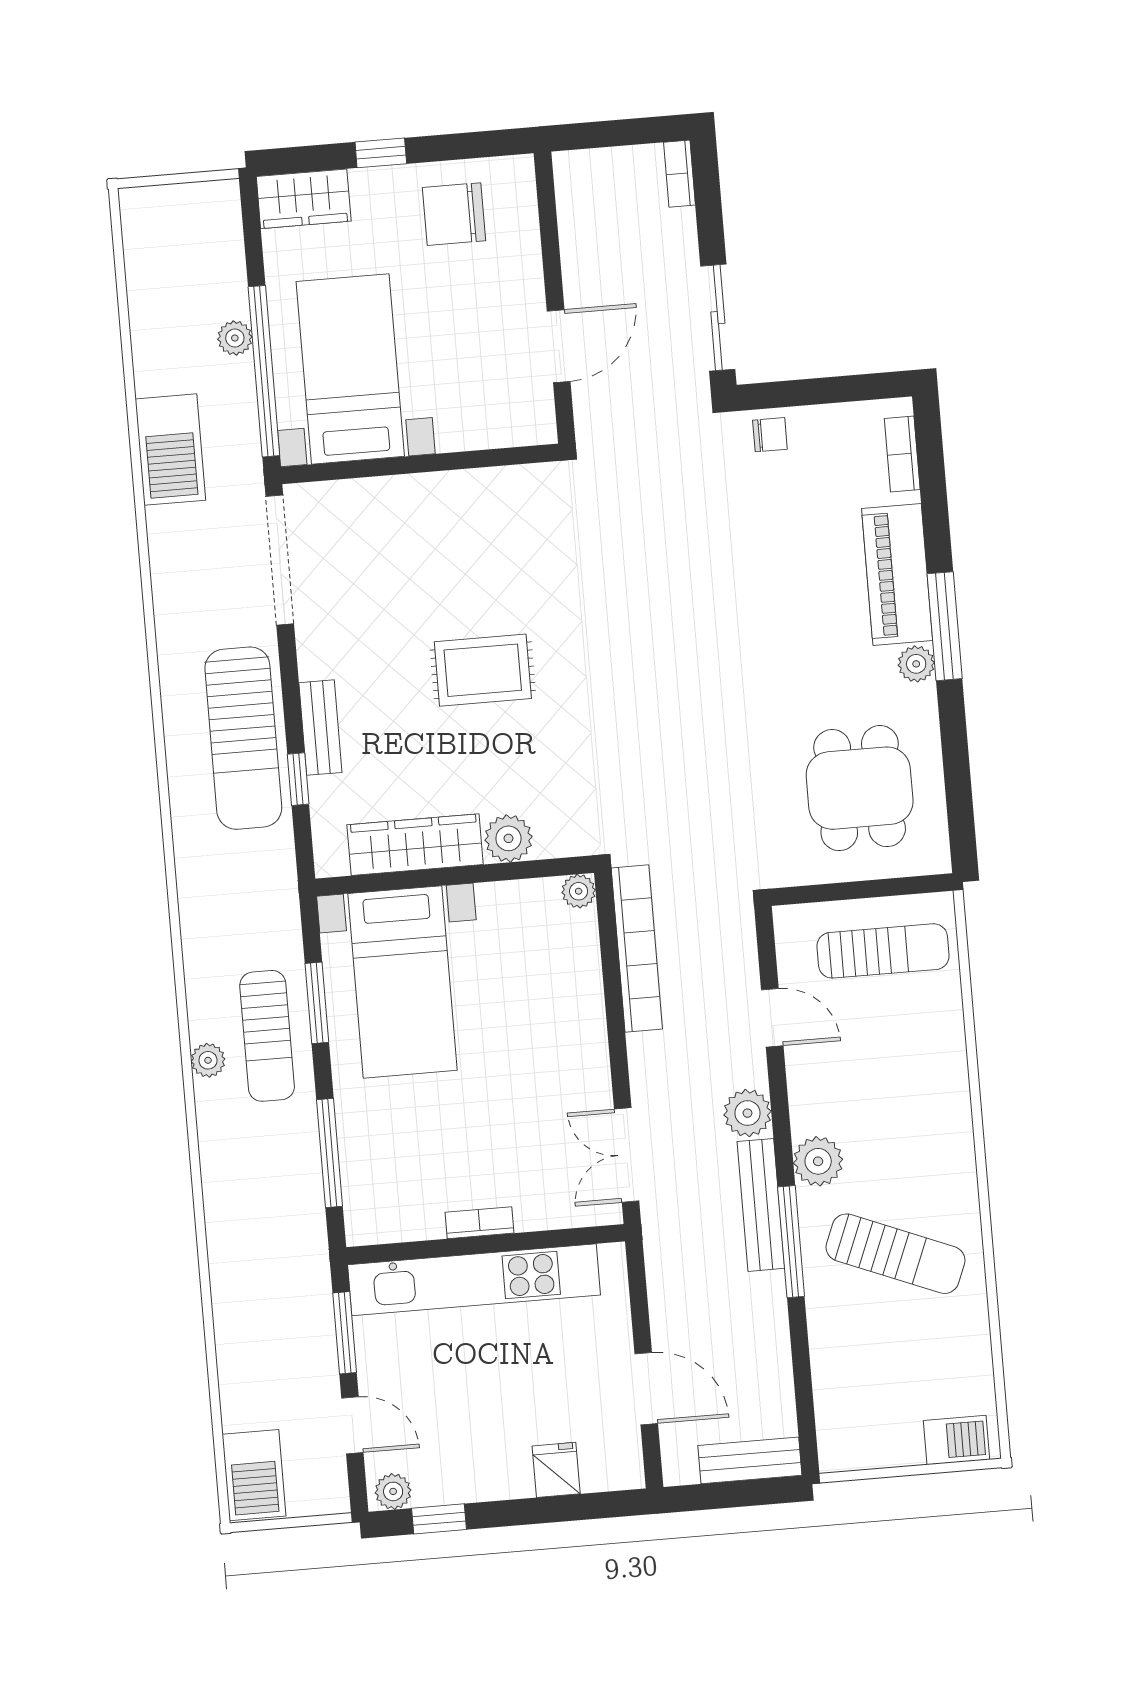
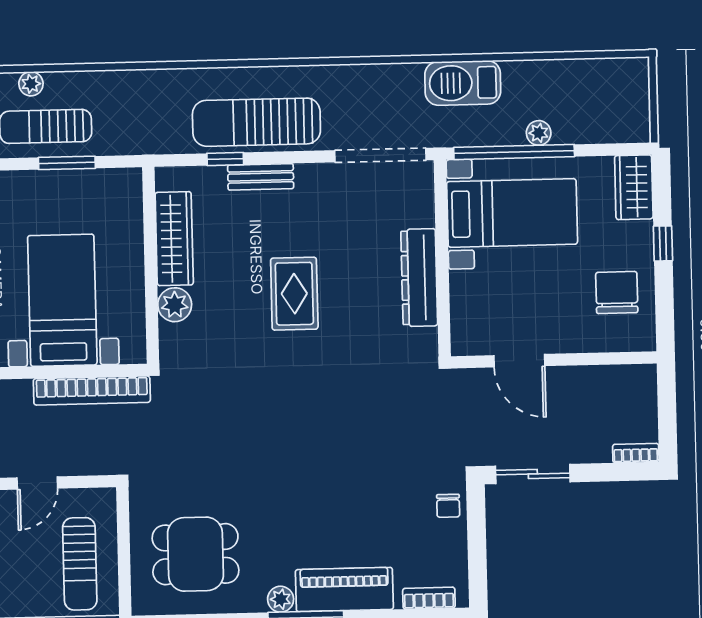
dresser: (449, 495) -> (419, 278), added
plant: (579, 891) -> (135, 352), removed
bed with nightstands: (403, 982) -> (62, 300), moved, turned 90

